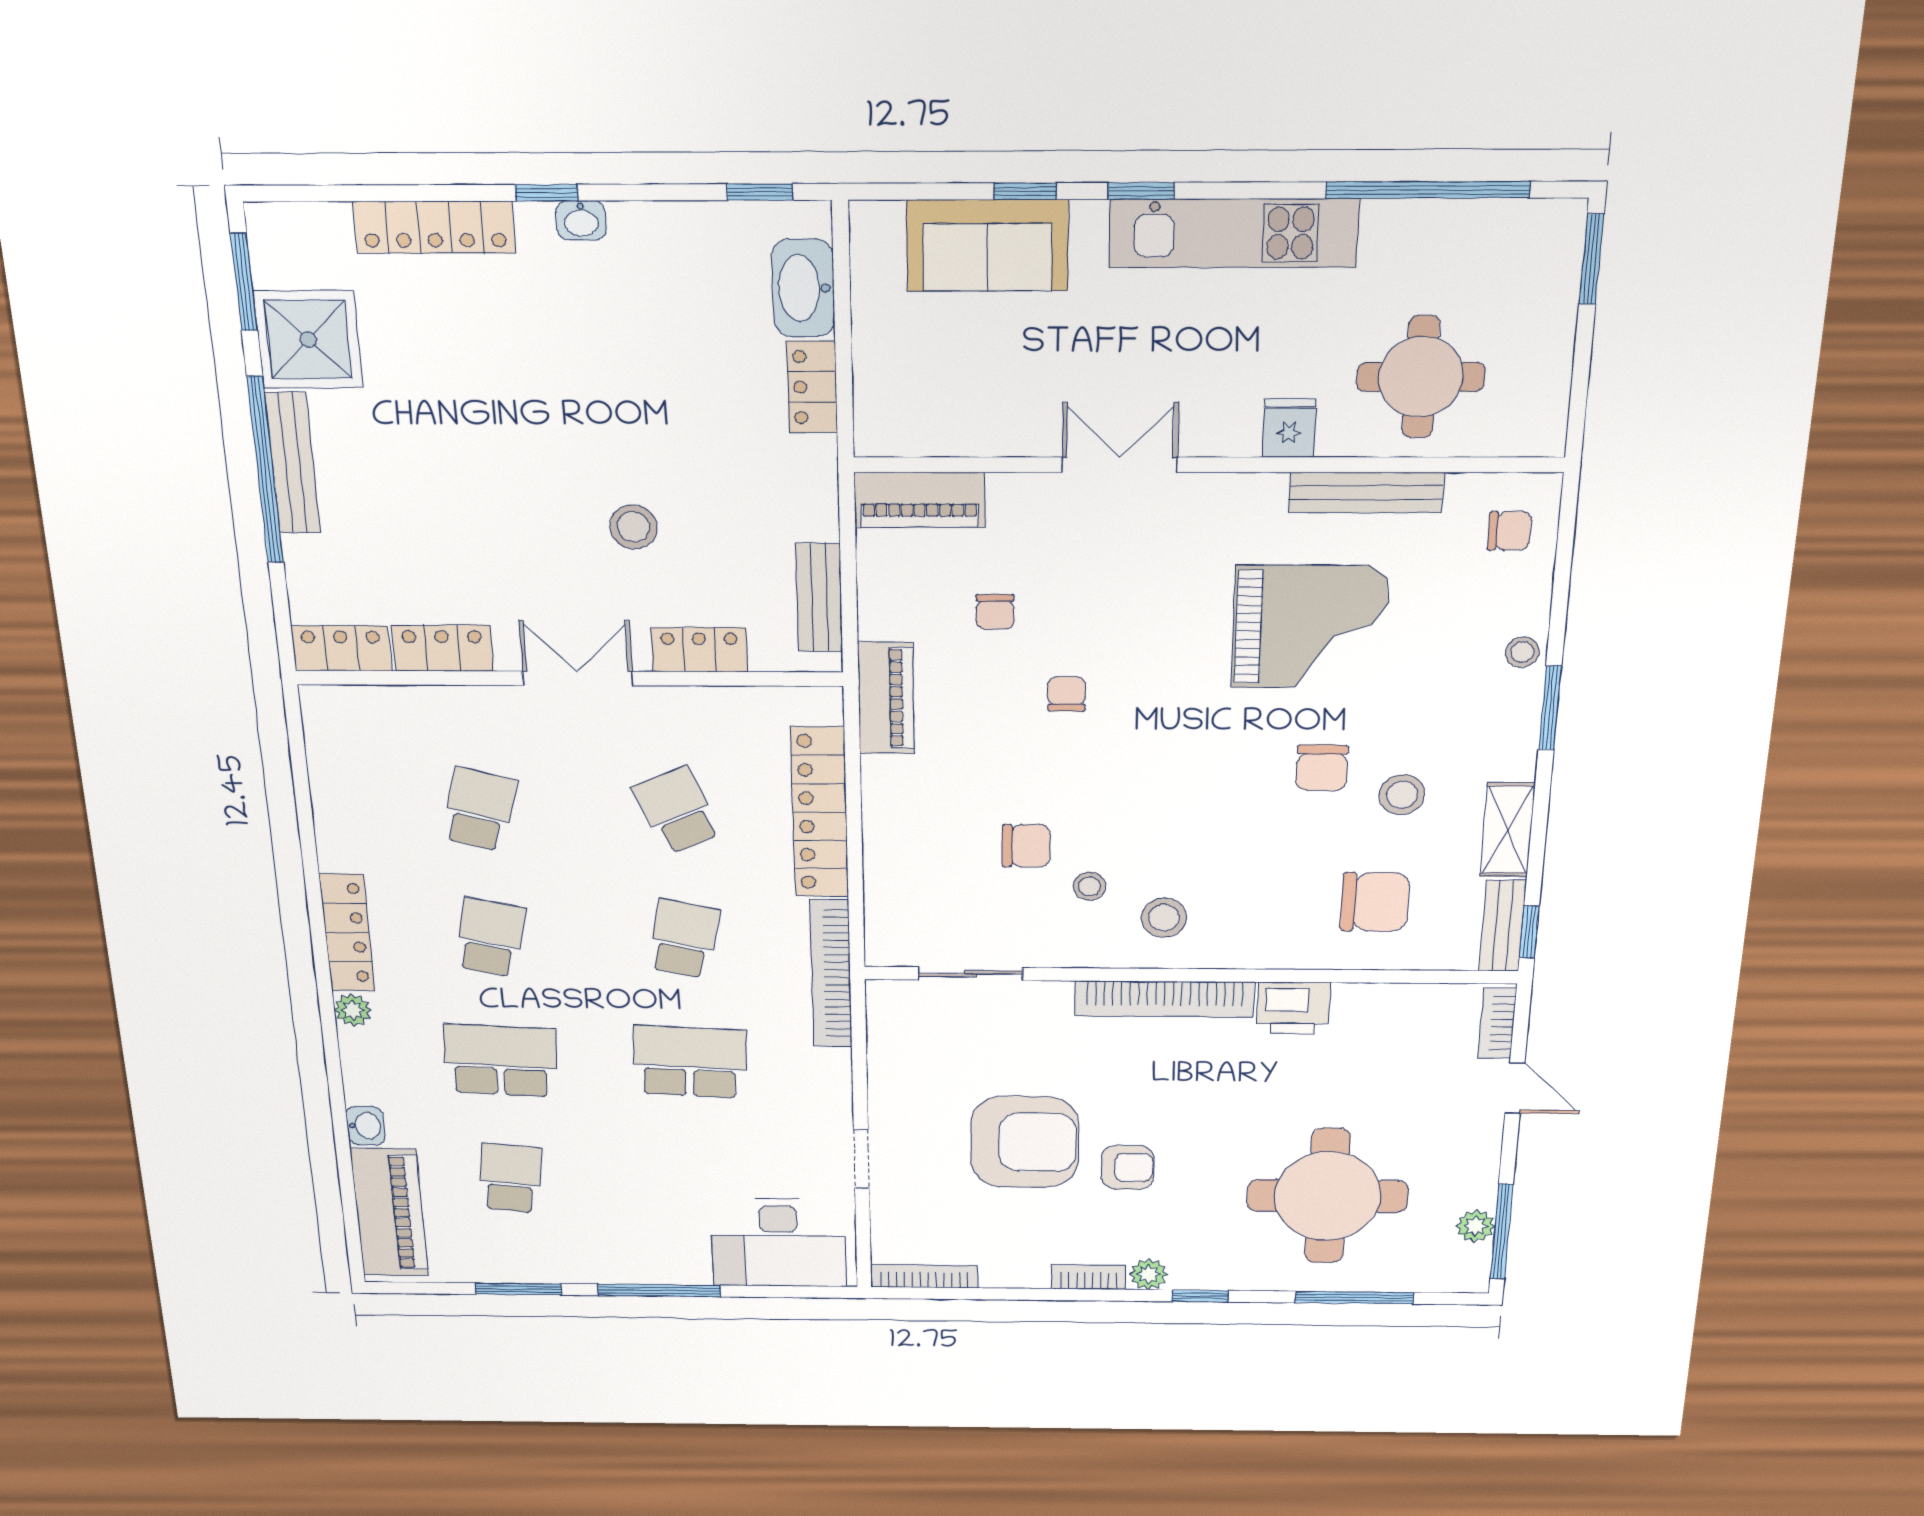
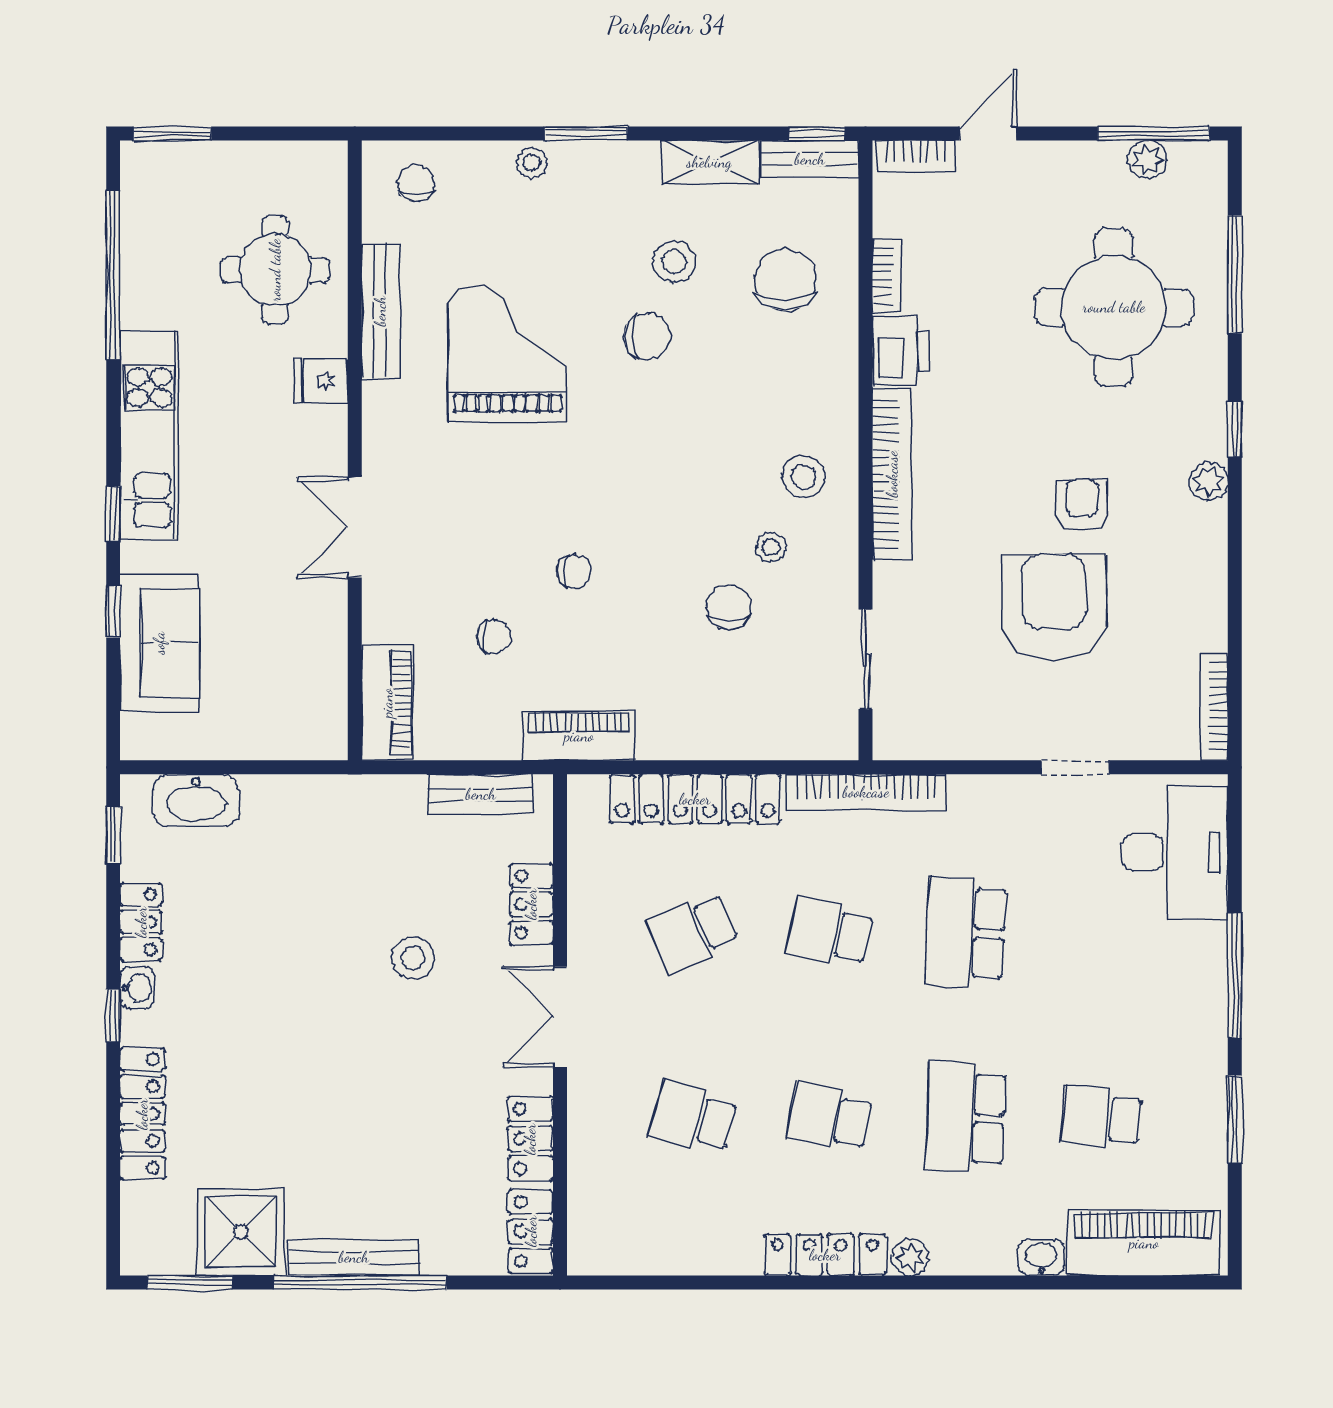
locker: (812, 387) -> (141, 922), moved, turned -90
chair: (1066, 694) -> (574, 571), turned 180
bookcase: (1089, 1277) -> (887, 276), moved, turned 180

